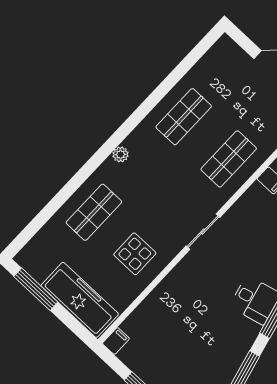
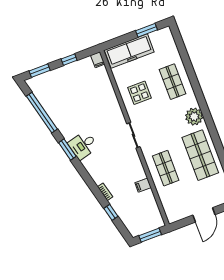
shop shelf: (184, 117) -> (200, 155), width x1.43, depth x1.36
plant: (121, 154) -> (194, 117), width x1.88, depth x1.88
window: (36, 289) -> (146, 30), width x0.69

